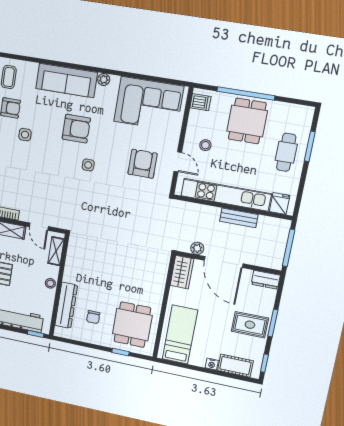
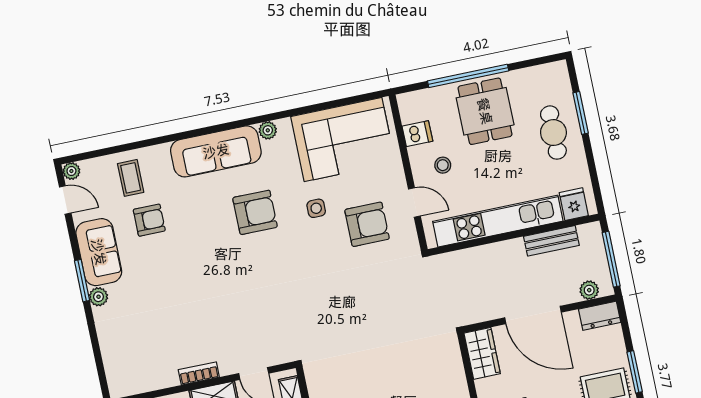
dishwasher: (200, 102) -> (417, 134), moved
side table: (25, 135) -> (184, 250), removed
armchair: (143, 164) -> (367, 224), turned 90
side table: (88, 165) -> (316, 208), moved
bench: (239, 218) -> (551, 241), moved
plant: (197, 248) -> (589, 290), moved

